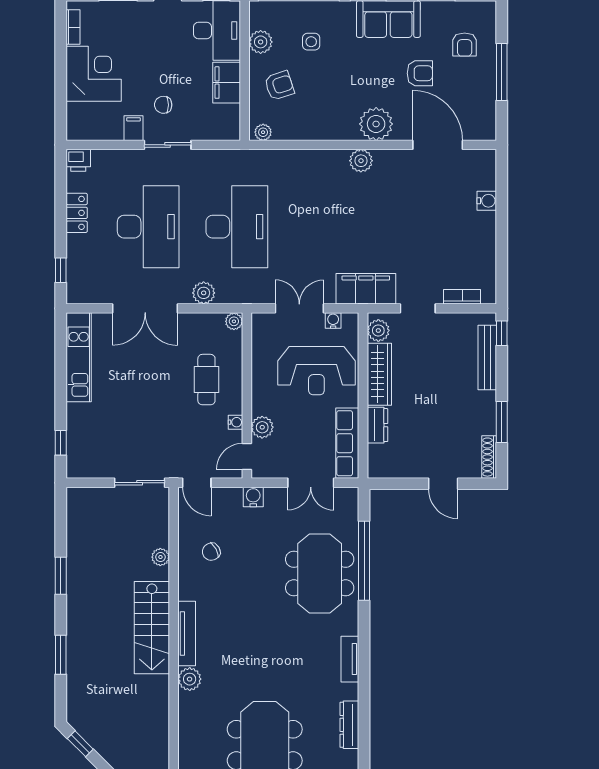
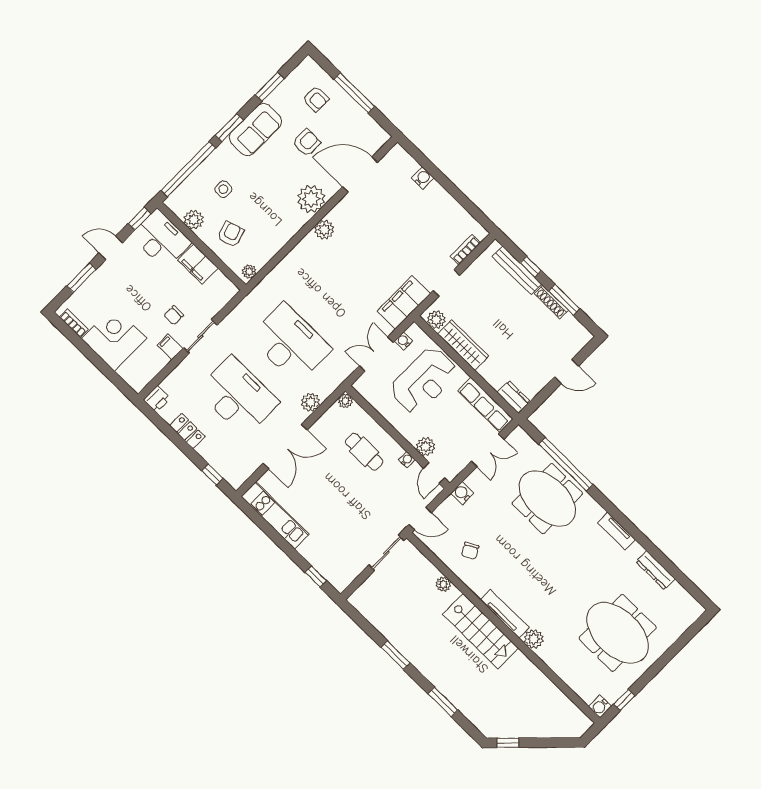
window: (502, 333) -> (531, 267), moved
dresser: (377, 425) -> (514, 397), moved
shoe rack: (489, 457) -> (551, 302), moved

